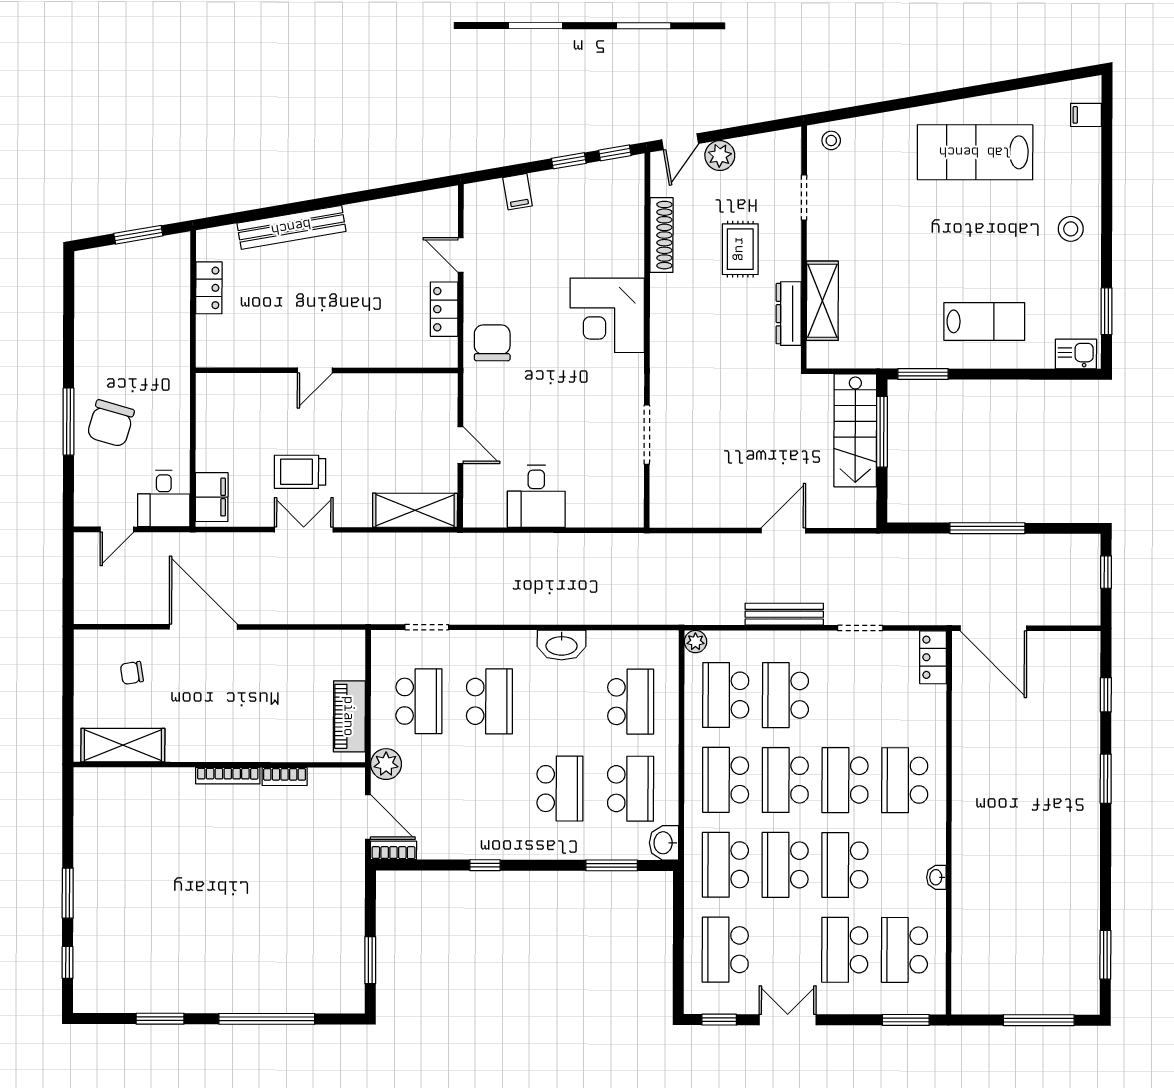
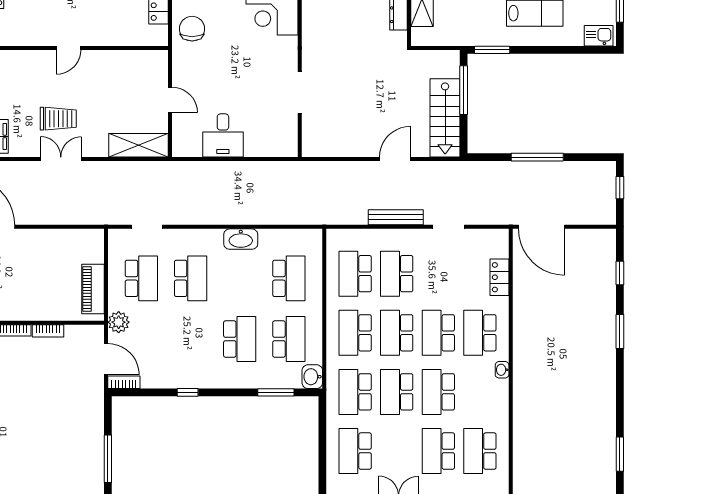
stairs: (855, 430) -> (445, 118), moved
trolley: (300, 472) -> (58, 119), turned 180
plant: (695, 642) -> (334, 236), removed
locker: (933, 657) -> (500, 277), moved
washbasin: (936, 877) -> (502, 370), moved
window: (370, 960) -> (108, 459), width x1.44

